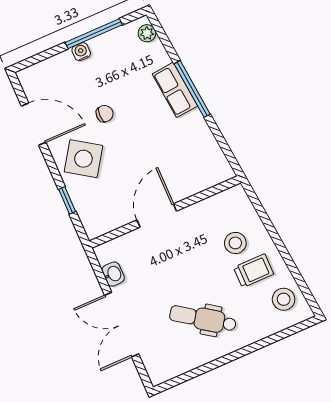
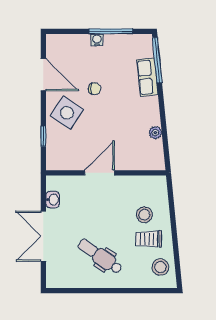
plant: (147, 33) -> (155, 133), moved
window: (192, 89) -> (157, 60), moved
row of seats: (175, 90) -> (147, 77), moved
trolley: (254, 271) -> (149, 239), turned 180

